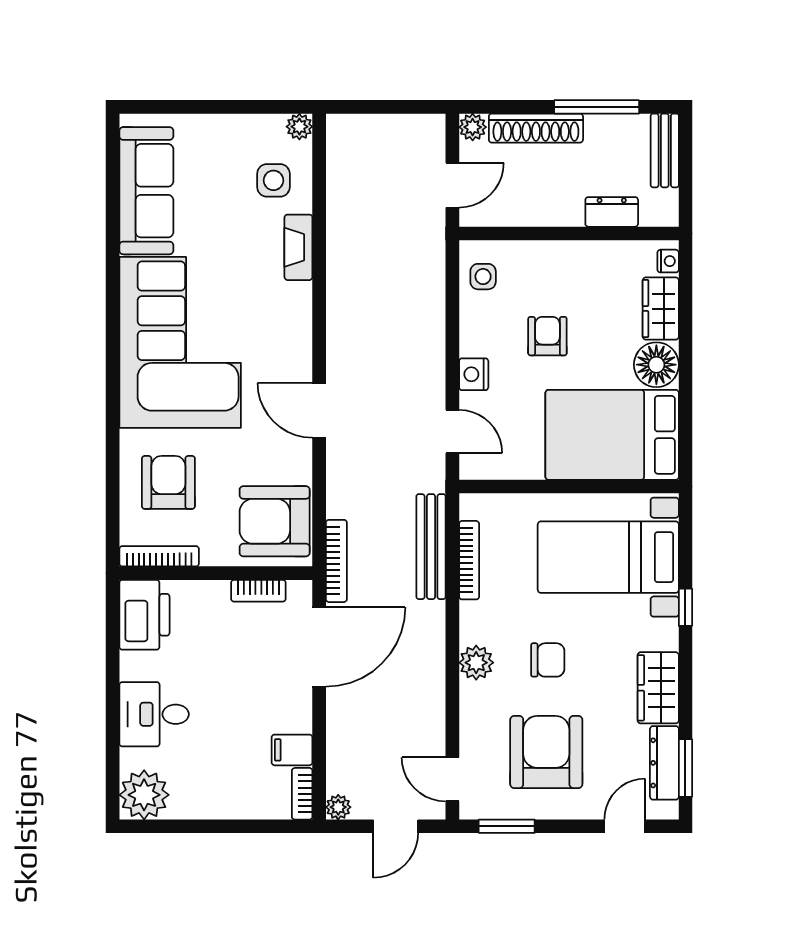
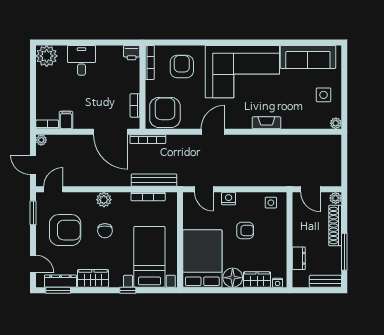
side table: (273, 180) -> (324, 95), moved
fireplace: (298, 247) -> (266, 123), moved
door: (452, 431) -> (204, 189), hinge flipped
armchair: (168, 482) -> (182, 67), turned -90
printer: (144, 615) -> (132, 53), width x0.53, depth x0.68

